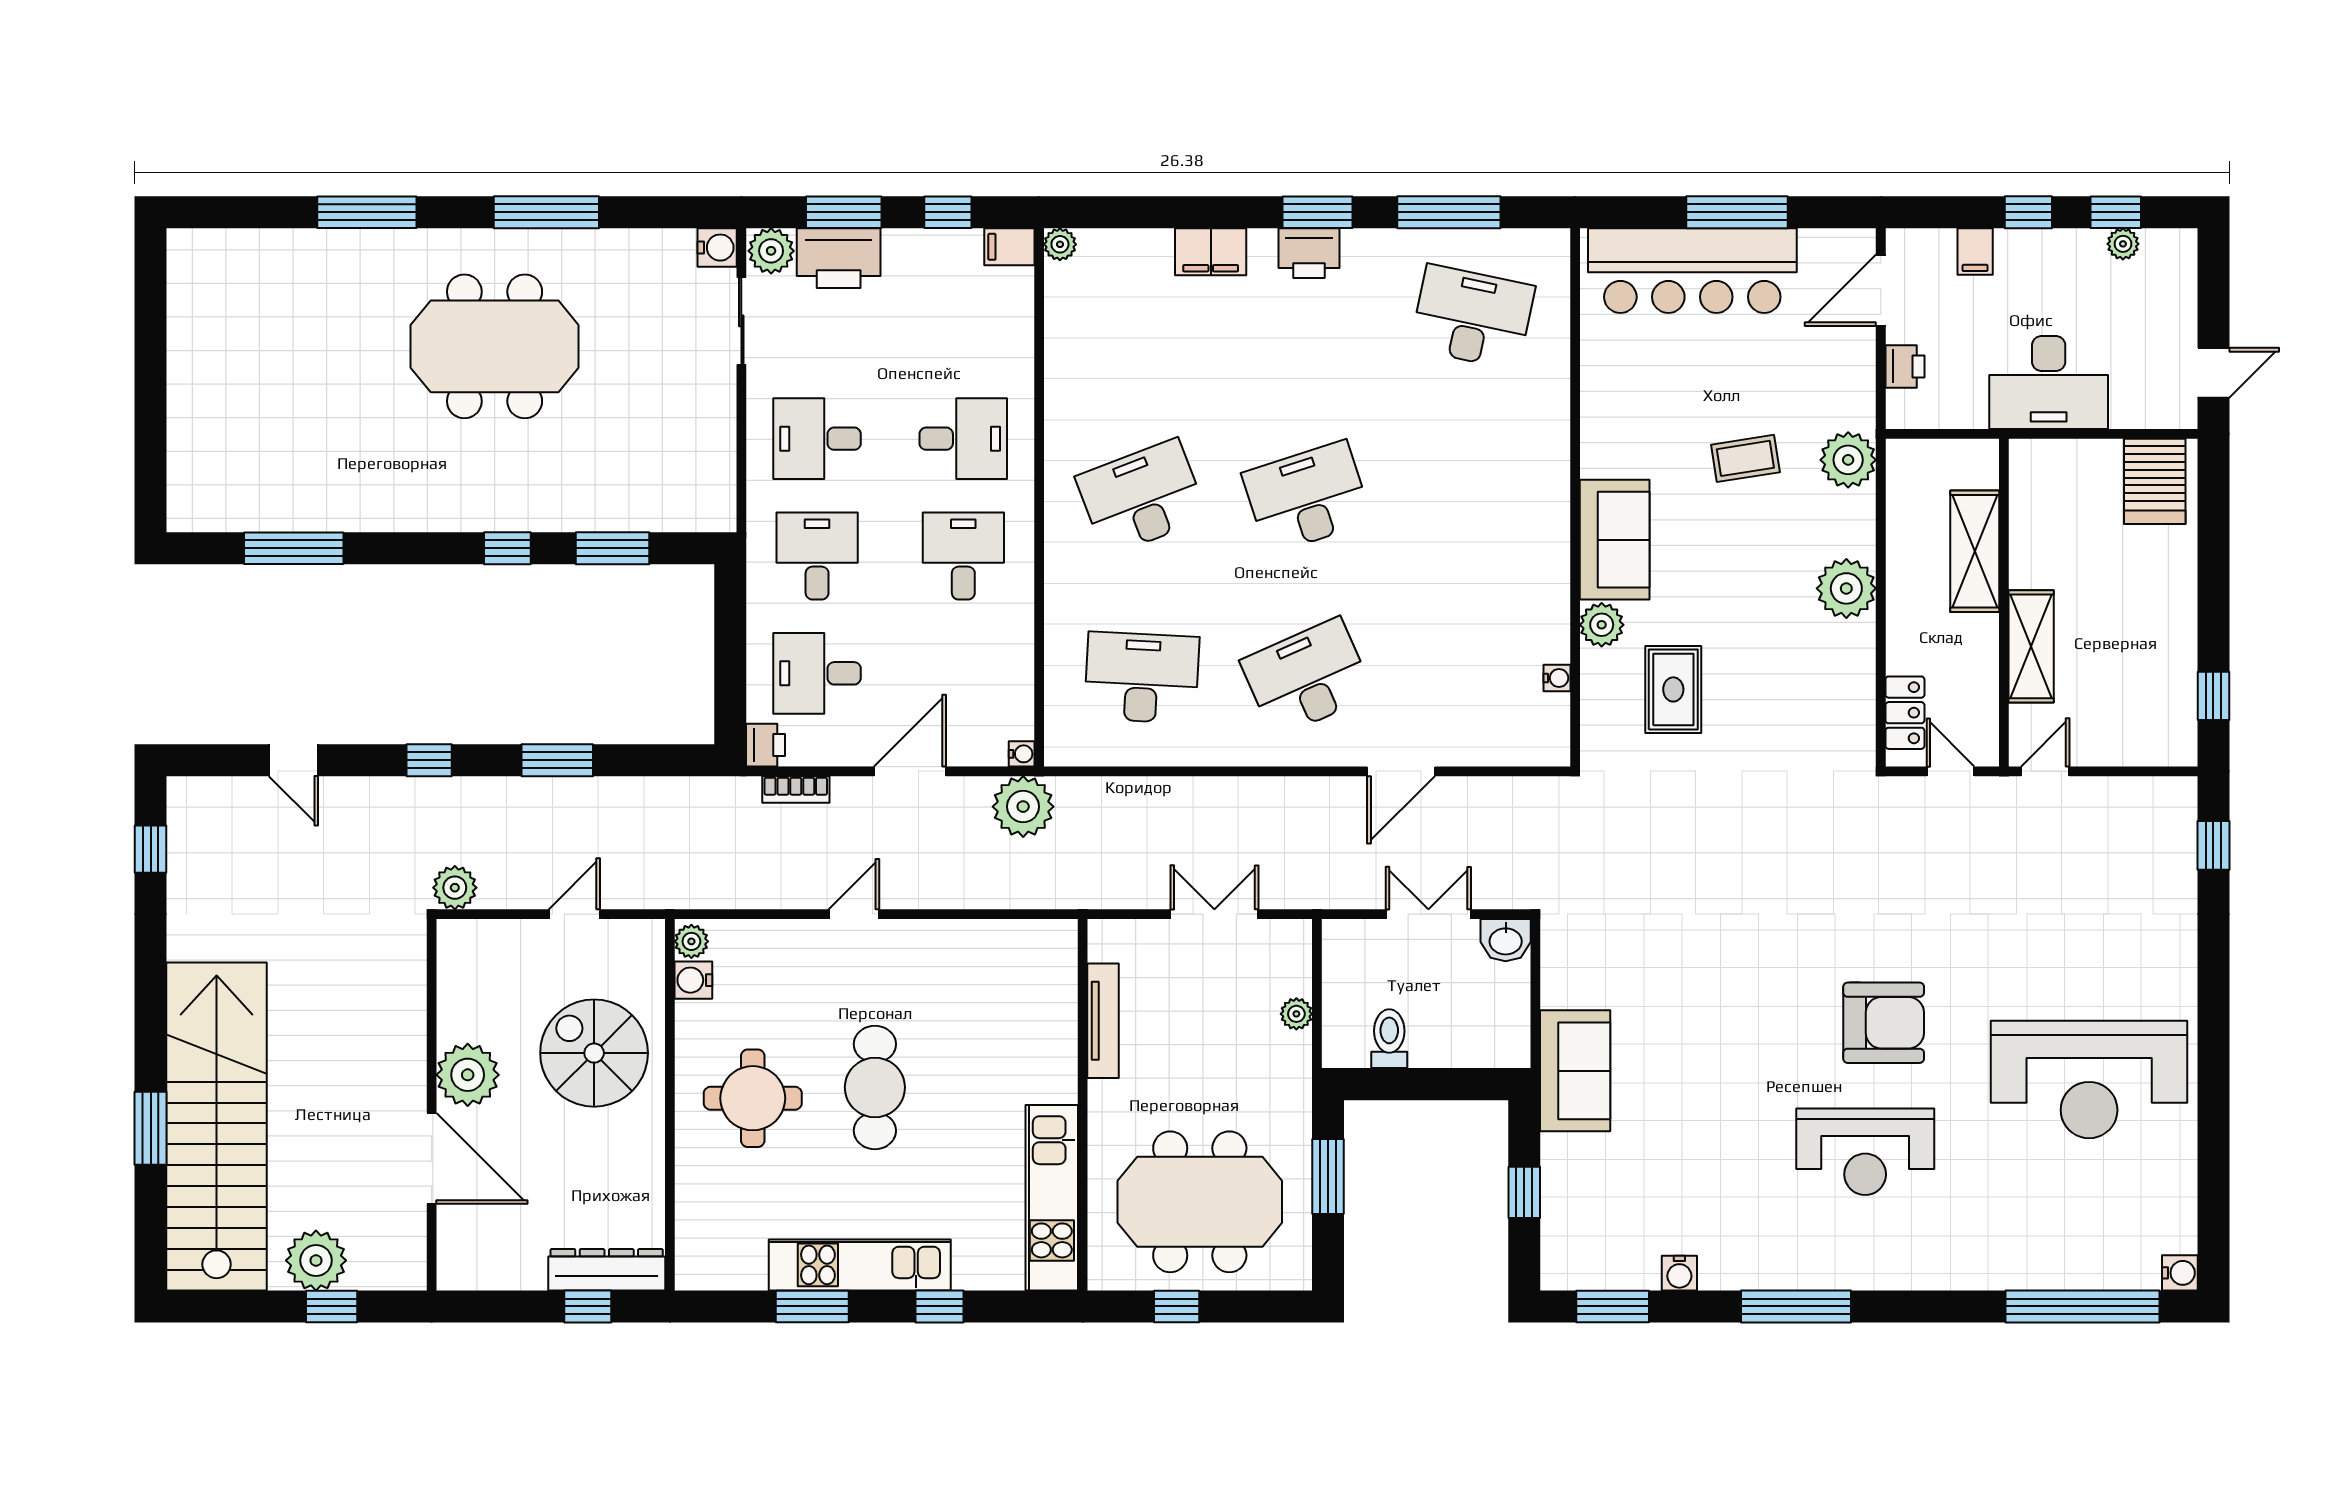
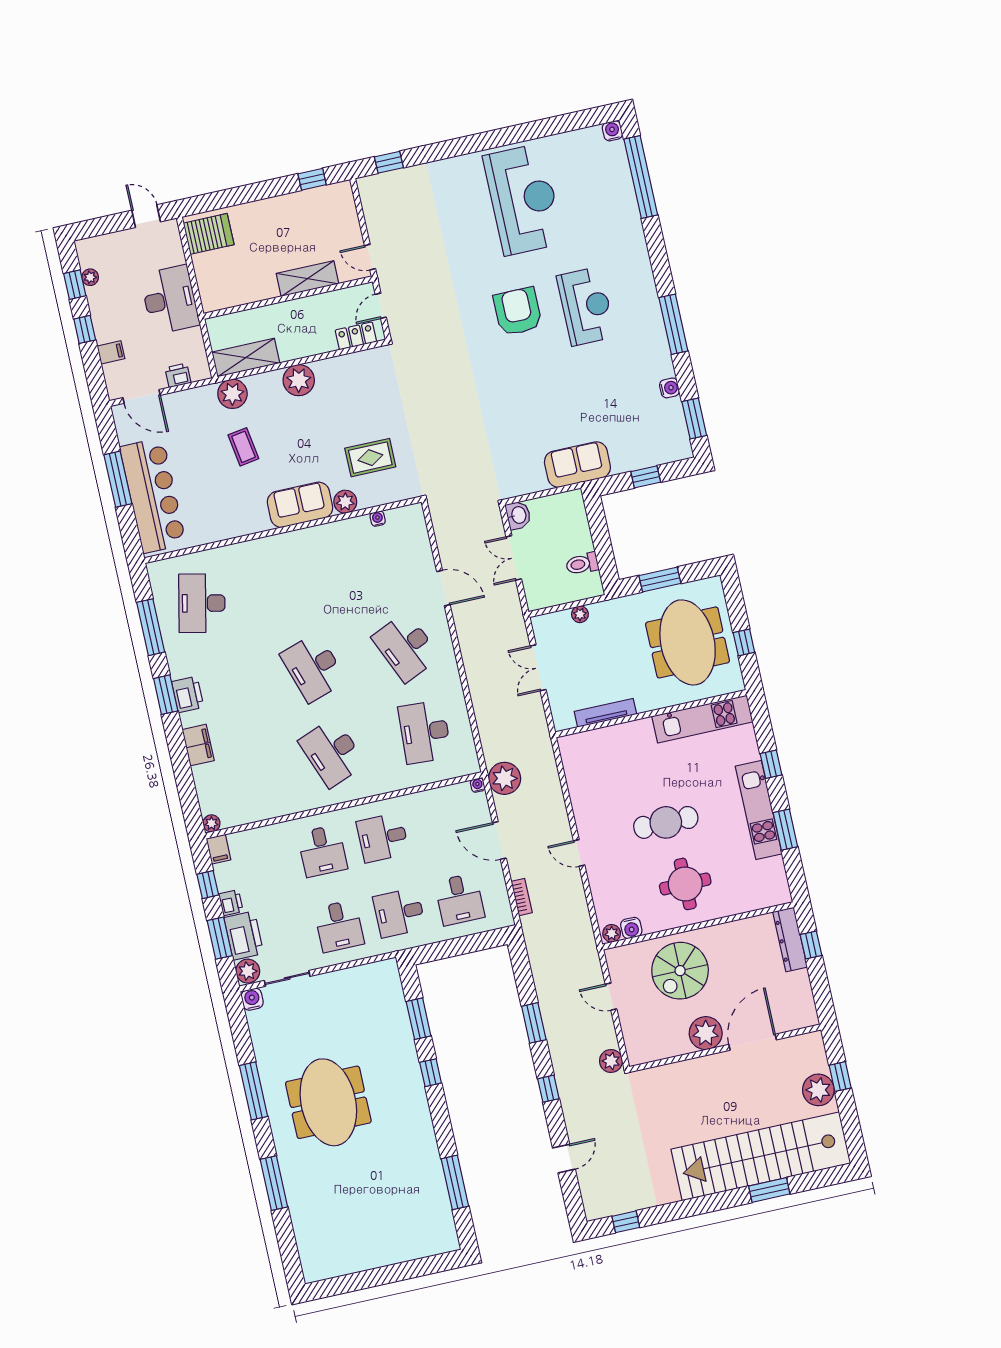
desk: (963, 439) -> (322, 851), turned 180
shelving: (1975, 551) -> (246, 358), moved
printer: (766, 745) -> (231, 903), moved, turned 90

